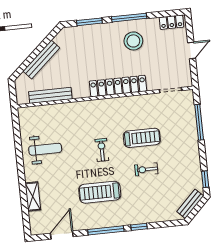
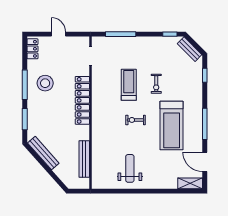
bench: (41, 60) -> (43, 153), moved
treadmill: (100, 192) -> (172, 126), width x1.37, depth x1.38
shelving: (33, 196) -> (190, 183), moved
window: (139, 227) -> (205, 75), moved

